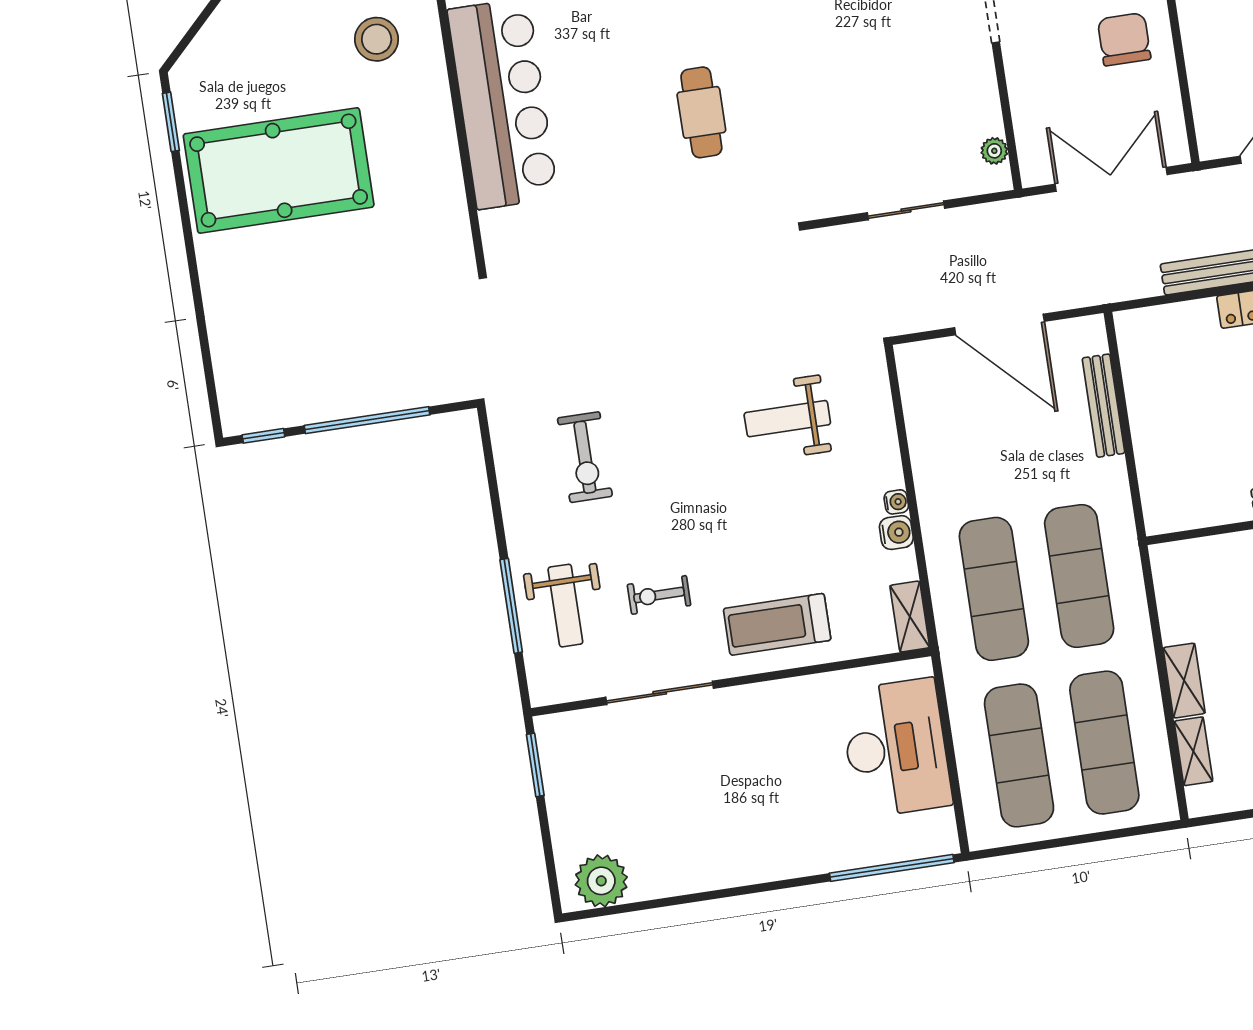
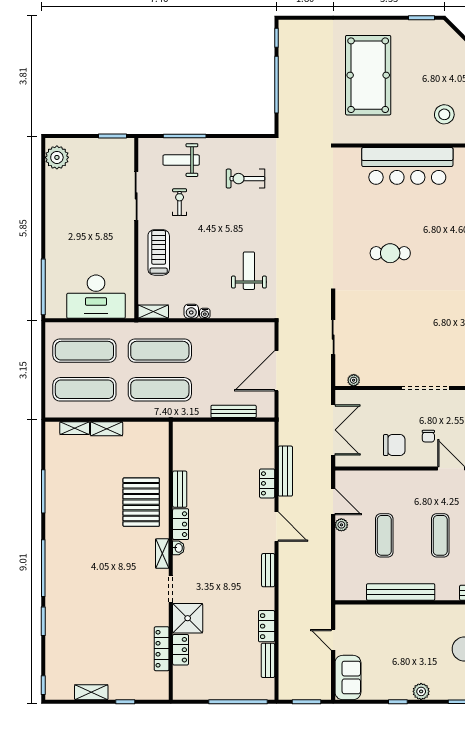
pool table: (279, 170) -> (368, 75), moved

